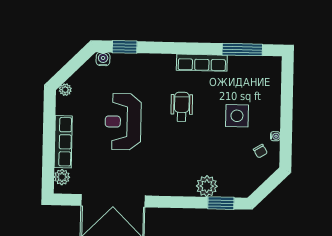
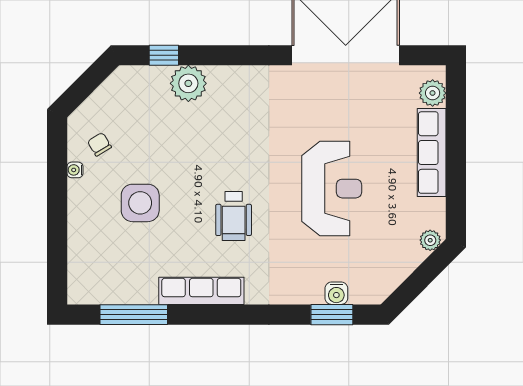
water cooler: (103, 59) -> (336, 293), moved
window: (221, 203) -> (164, 55), width x0.67

